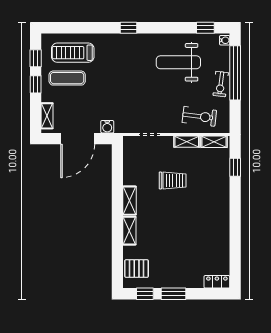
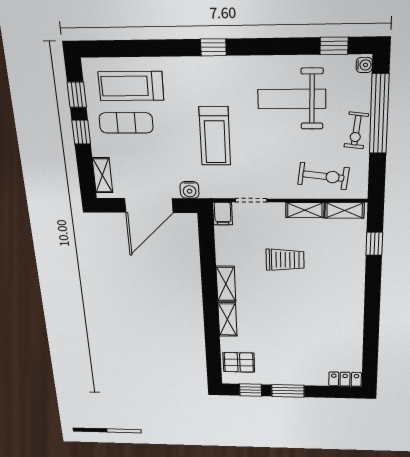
treadmill: (127, 88) -> (215, 136), added
filing cabinet: (129, 145) -> (223, 214), added

